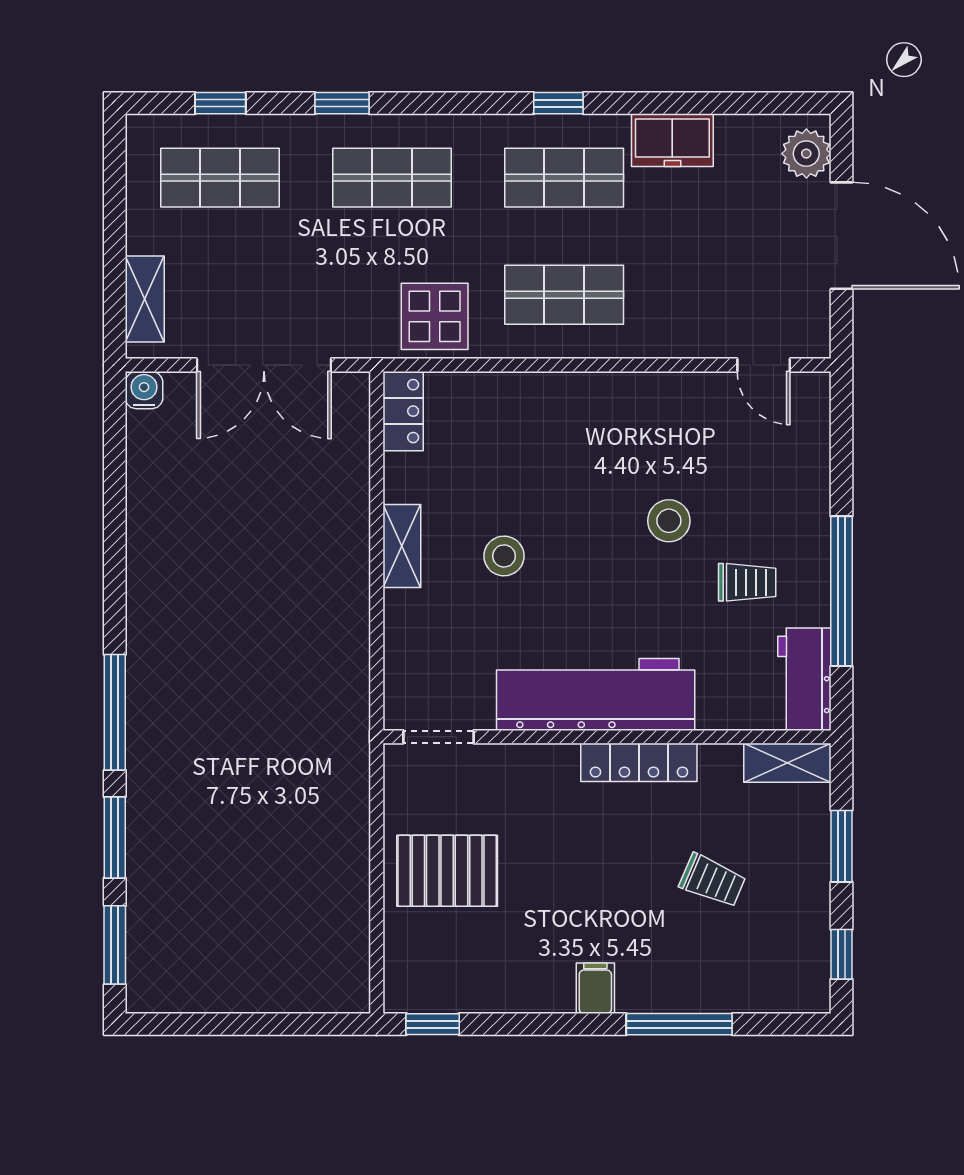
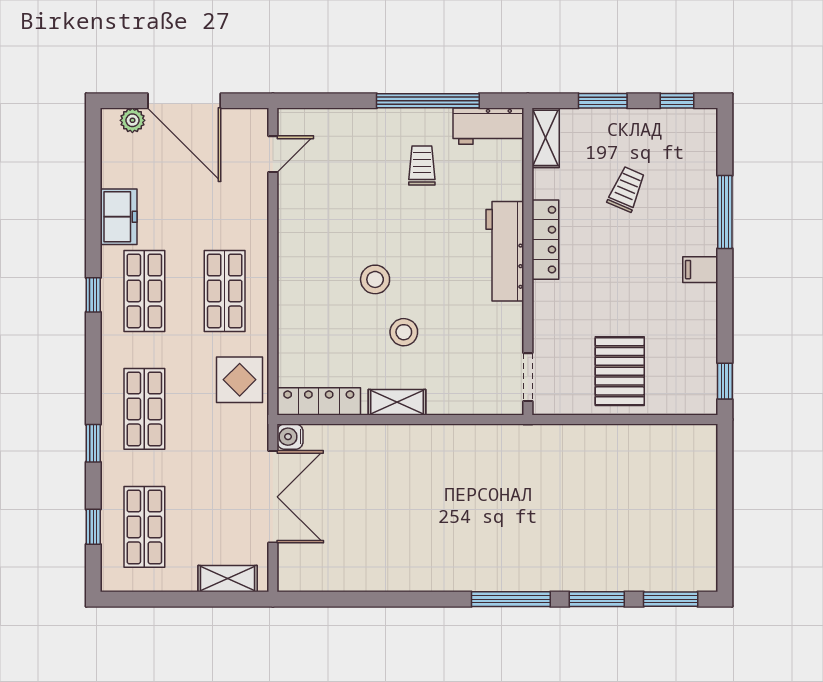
plant: (806, 154) -> (132, 120), width x0.73, depth x0.73
door: (841, 236) -> (184, 101), swing flipped
water cooler: (144, 390) -> (290, 437), moved
locker: (403, 411) -> (319, 401), width x1.53
stool: (669, 521) -> (375, 279), moved
workbench: (596, 694) -> (505, 251), width x0.73, depth x0.76

